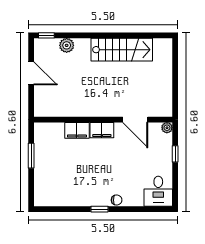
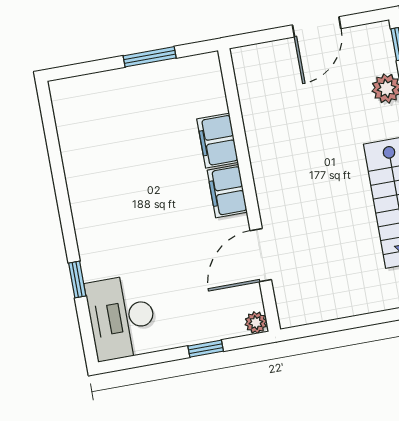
desk: (158, 191) -> (122, 317), width x1.37
chair: (117, 200) -> (90, 247), removed
window: (100, 209) -> (77, 279), moved

